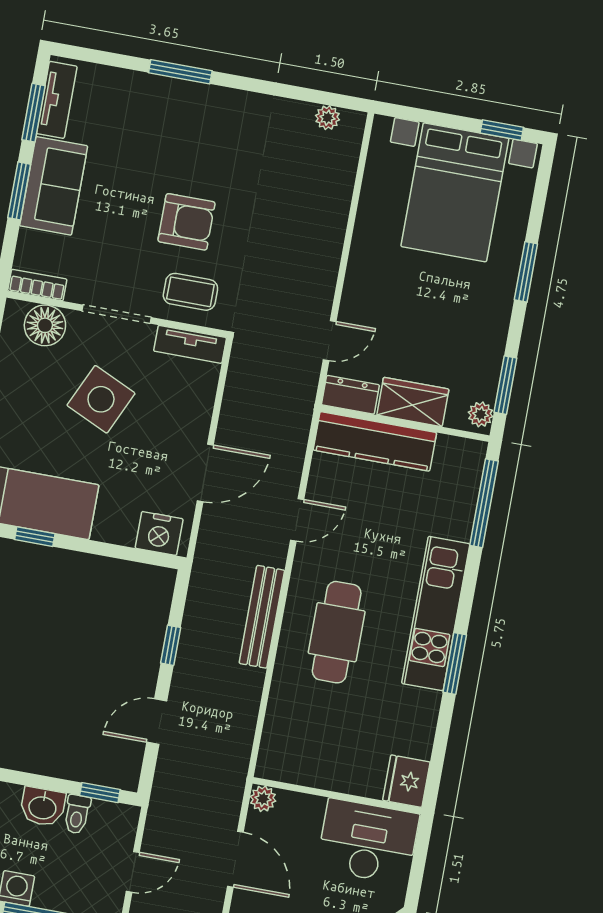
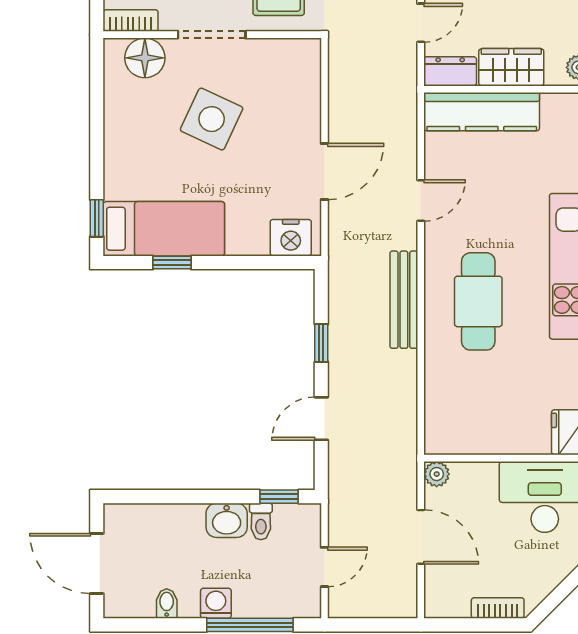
tv unit: (190, 344) -> (287, 51), removed

